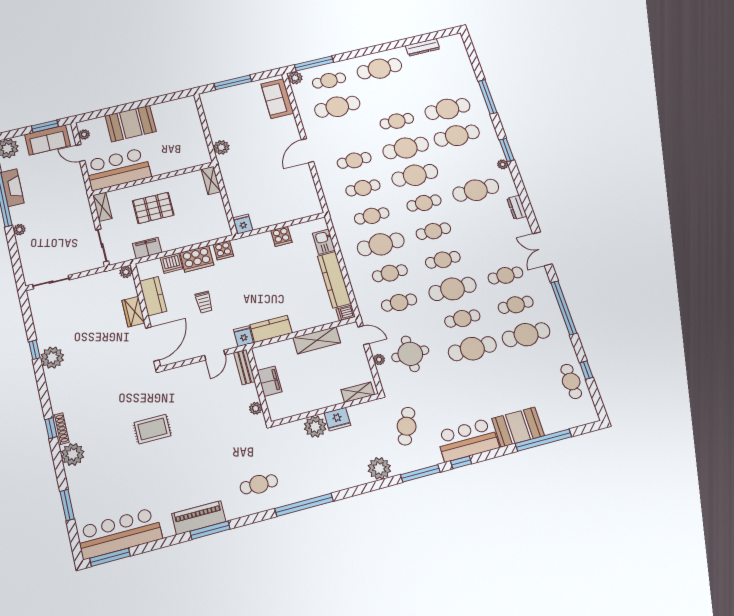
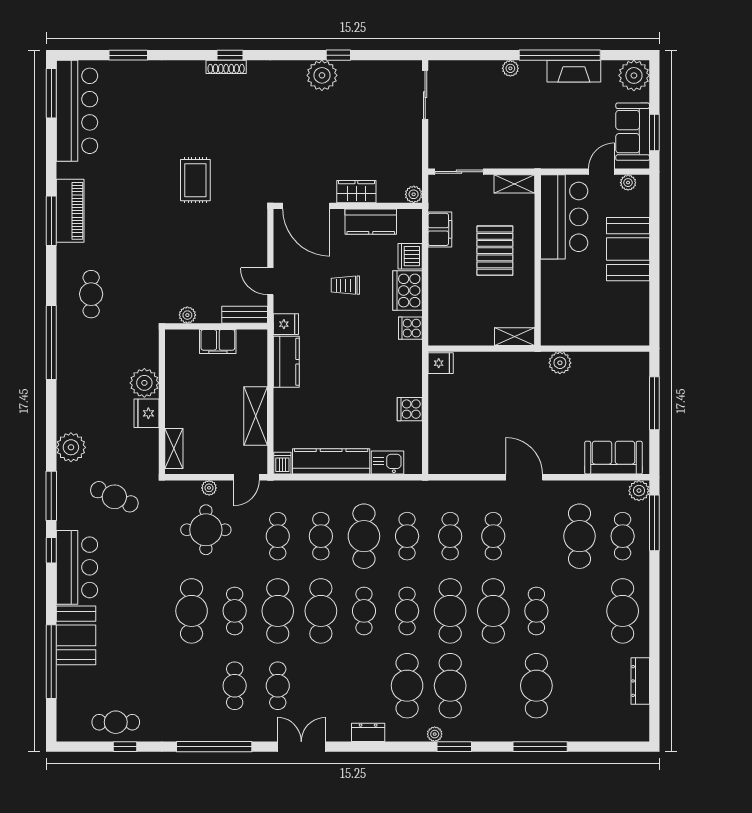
cafe table: (457, 136) -> (450, 686), moved
cafe table: (443, 260) -> (321, 611), width x1.37, depth x1.35
cafe table: (526, 335) -> (192, 686), removed
plant: (73, 454) -> (190, 75), removed

